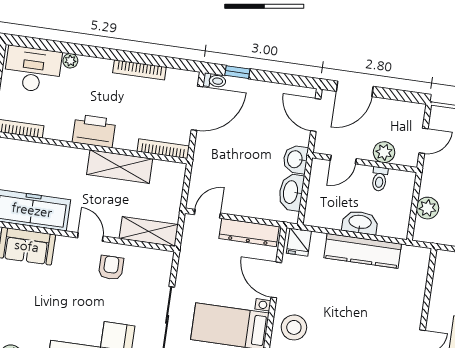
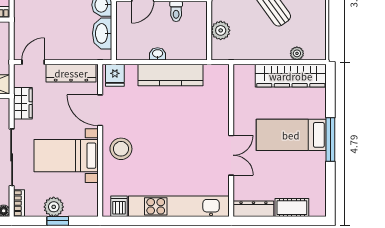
washbasin: (360, 222) -> (158, 54), width x0.52, depth x0.69
wardrobe: (189, 259) -> (23, 103), added

